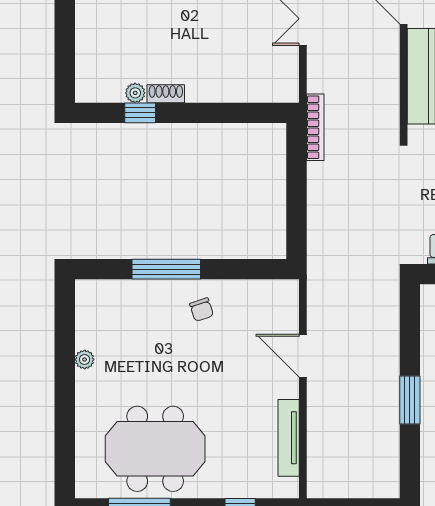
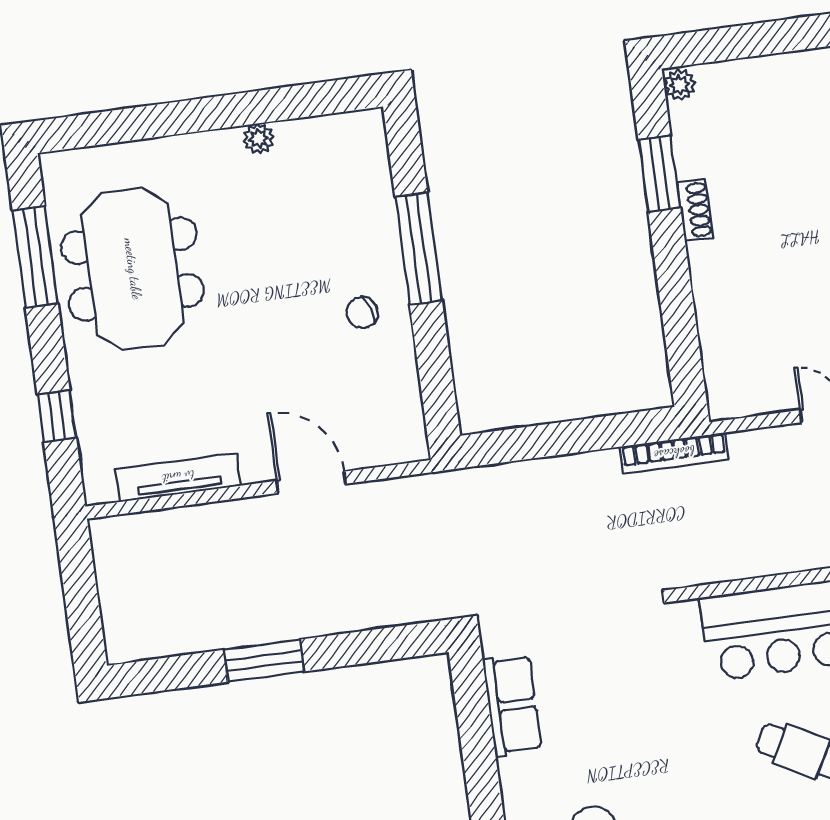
plant: (135, 93) -> (680, 85), moved
window: (140, 113) -> (659, 174), width x1.50
door: (303, 356) -> (311, 482), hinge flipped

